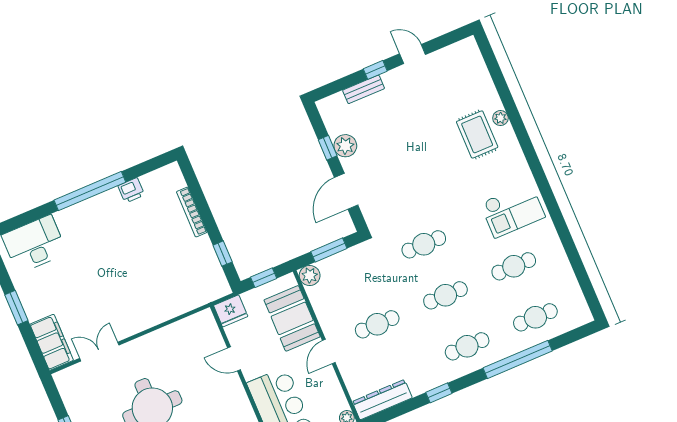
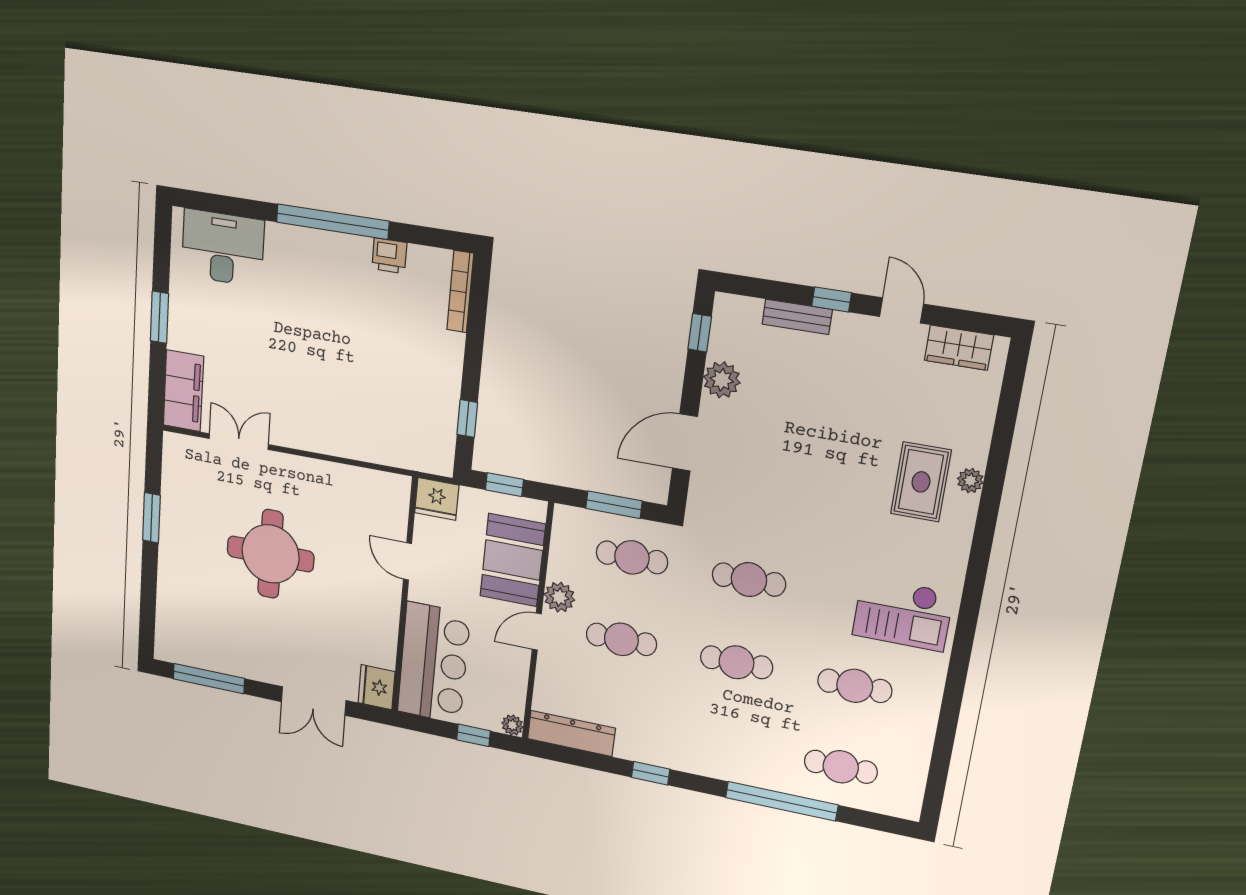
wardrobe: (452, 55) -> (959, 348), added
window: (328, 148) -> (700, 333), moved
bookcase: (192, 212) -> (460, 292), moved
plant: (310, 276) -> (559, 597), moved
cafe table: (467, 346) -> (632, 557), moved

